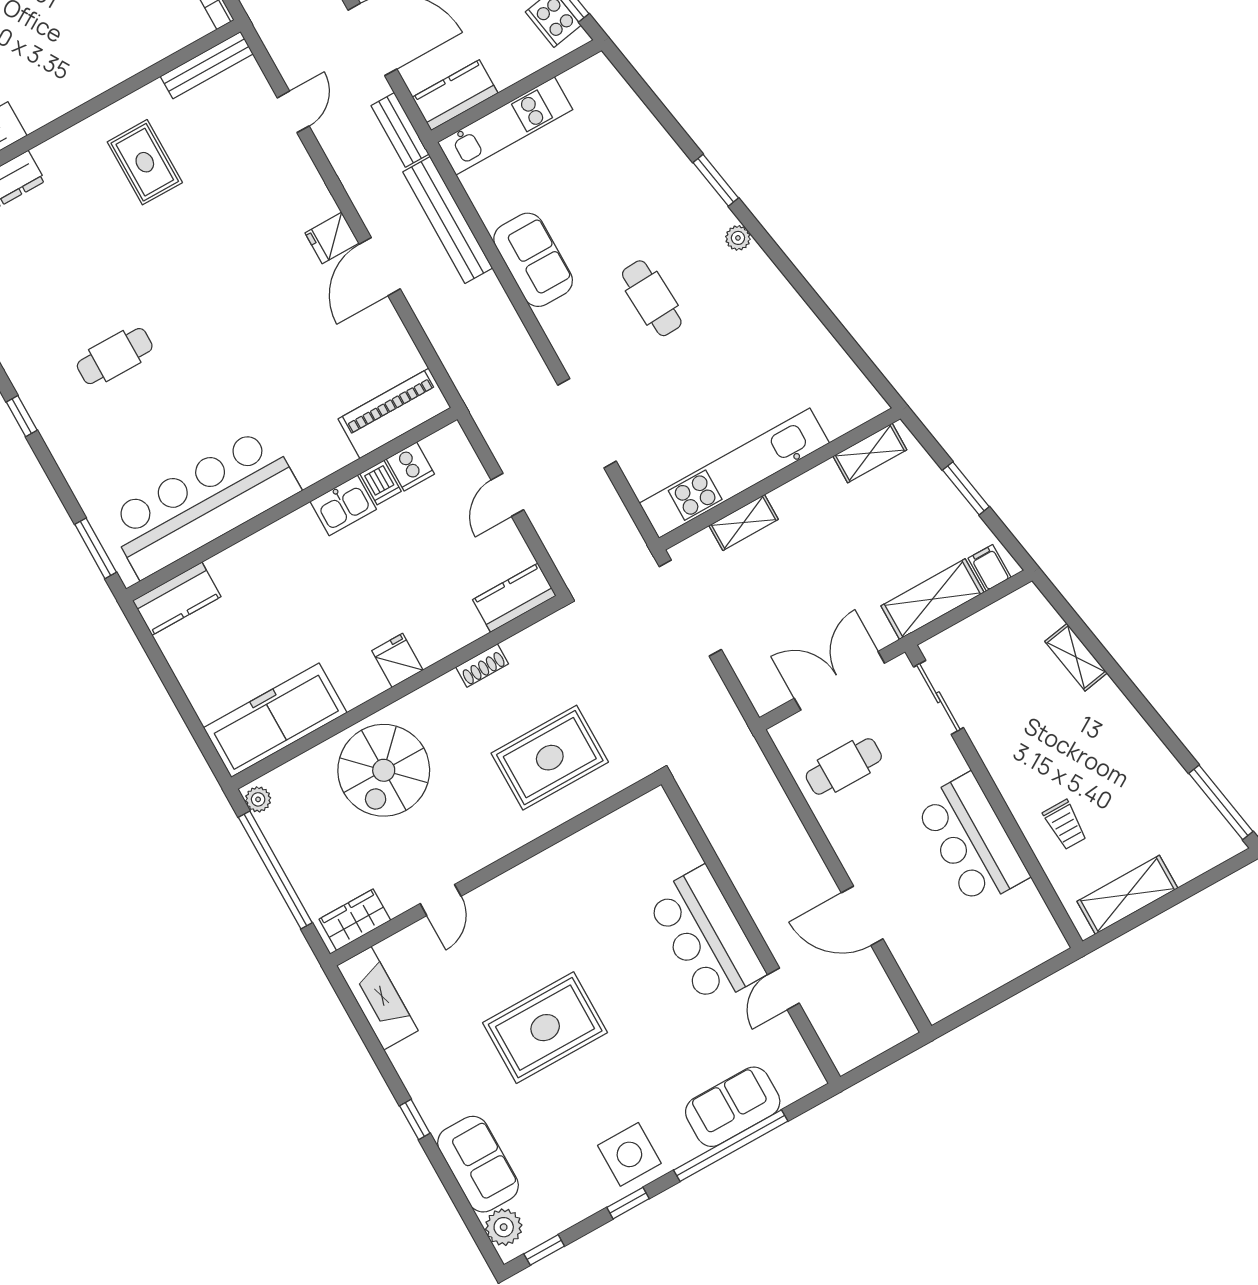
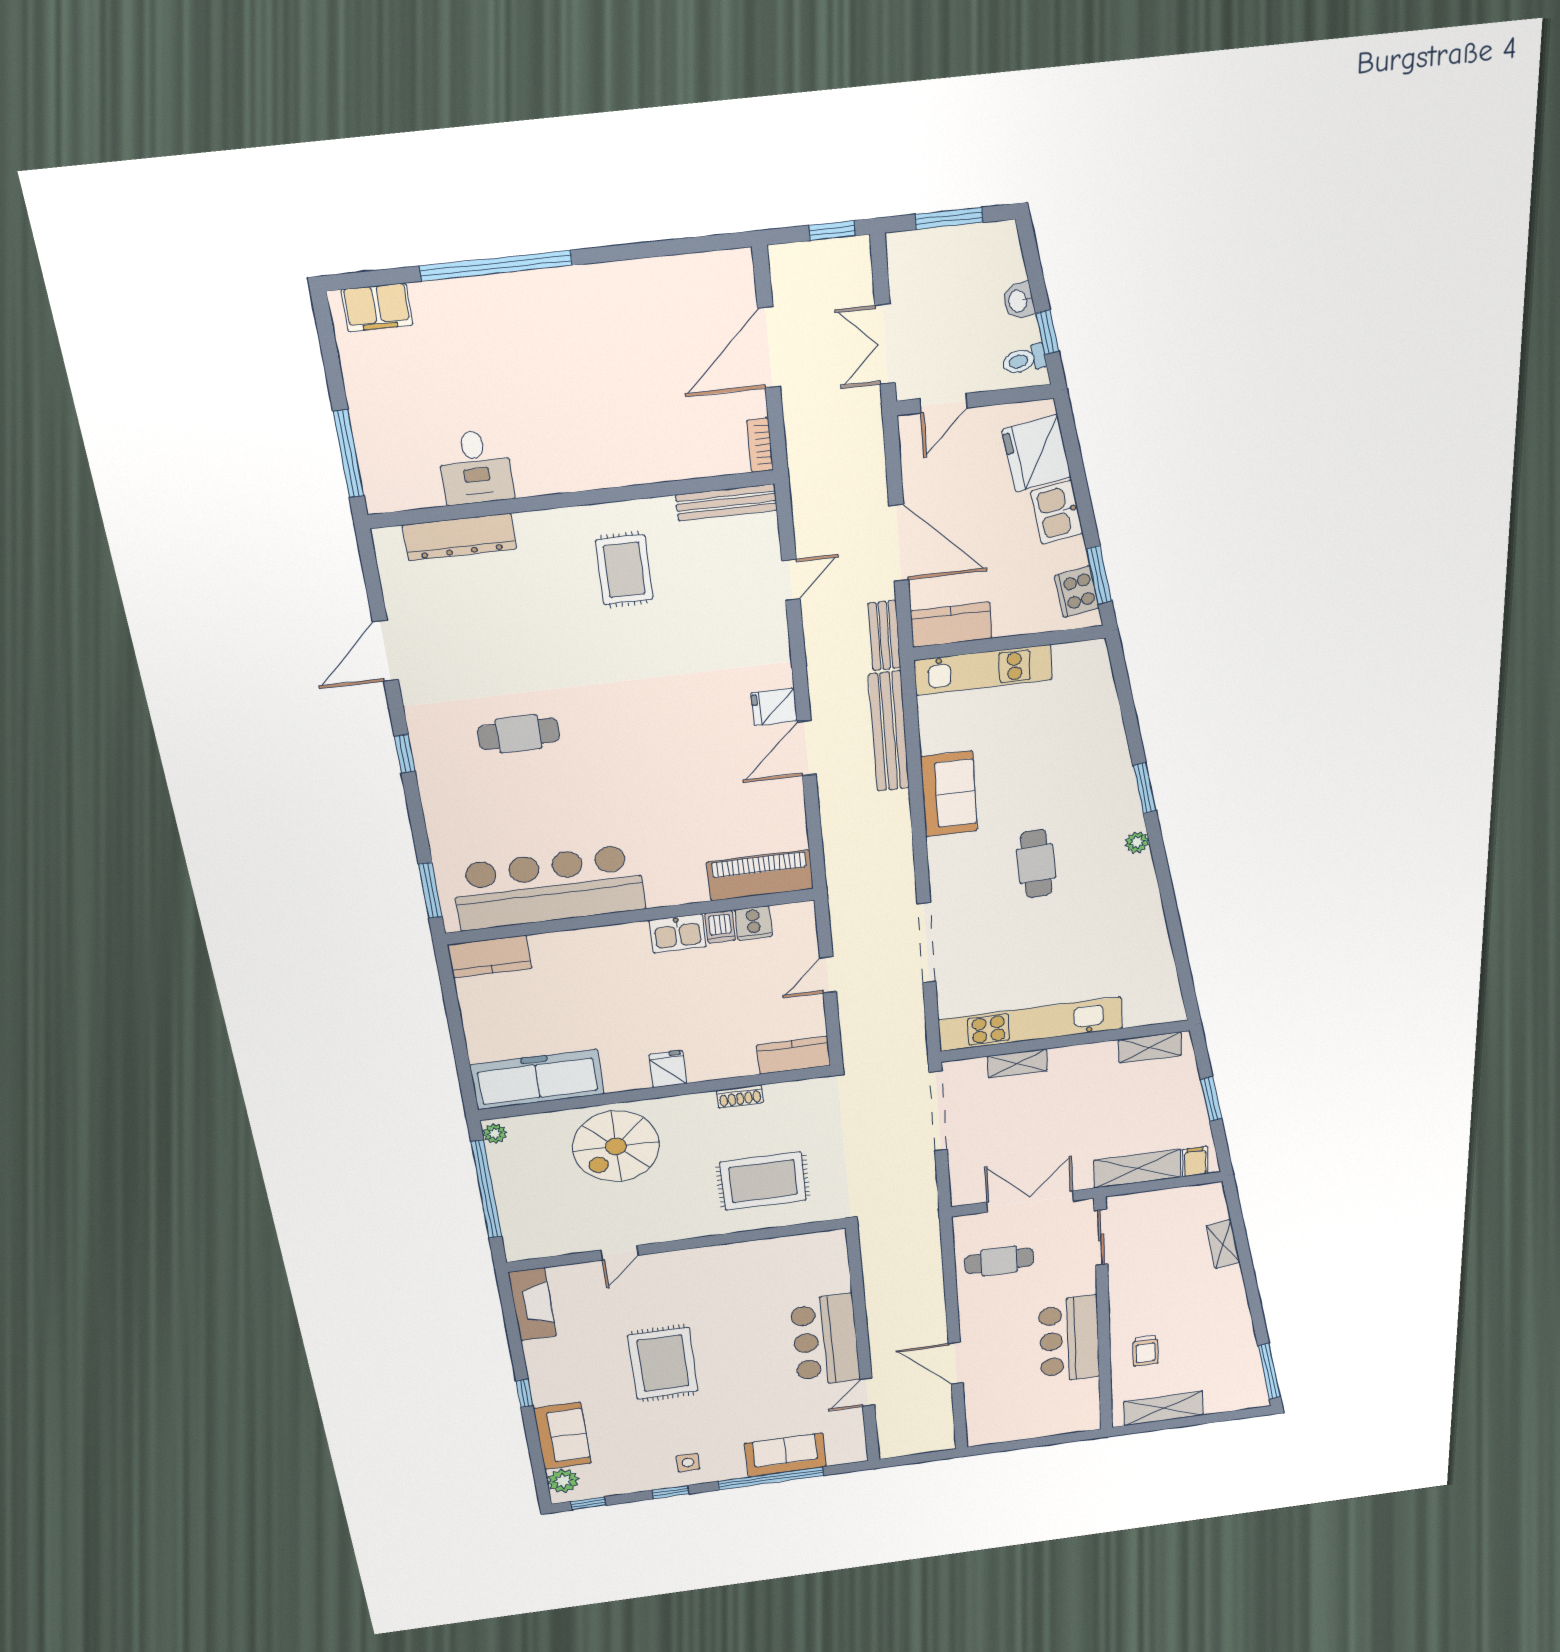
wardrobe: (355, 920) -> (539, 1245), removed
rug: (545, 1028) -> (663, 1363), turned 90
side table: (629, 1154) -> (688, 1463), width x0.54, depth x0.54

